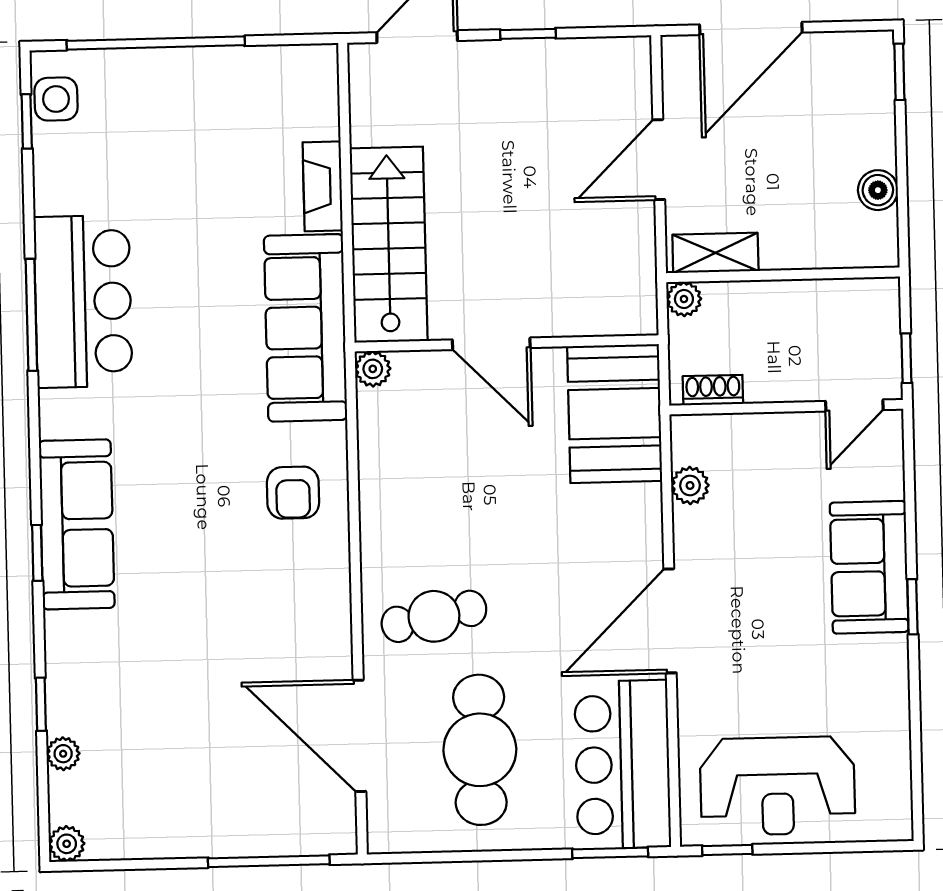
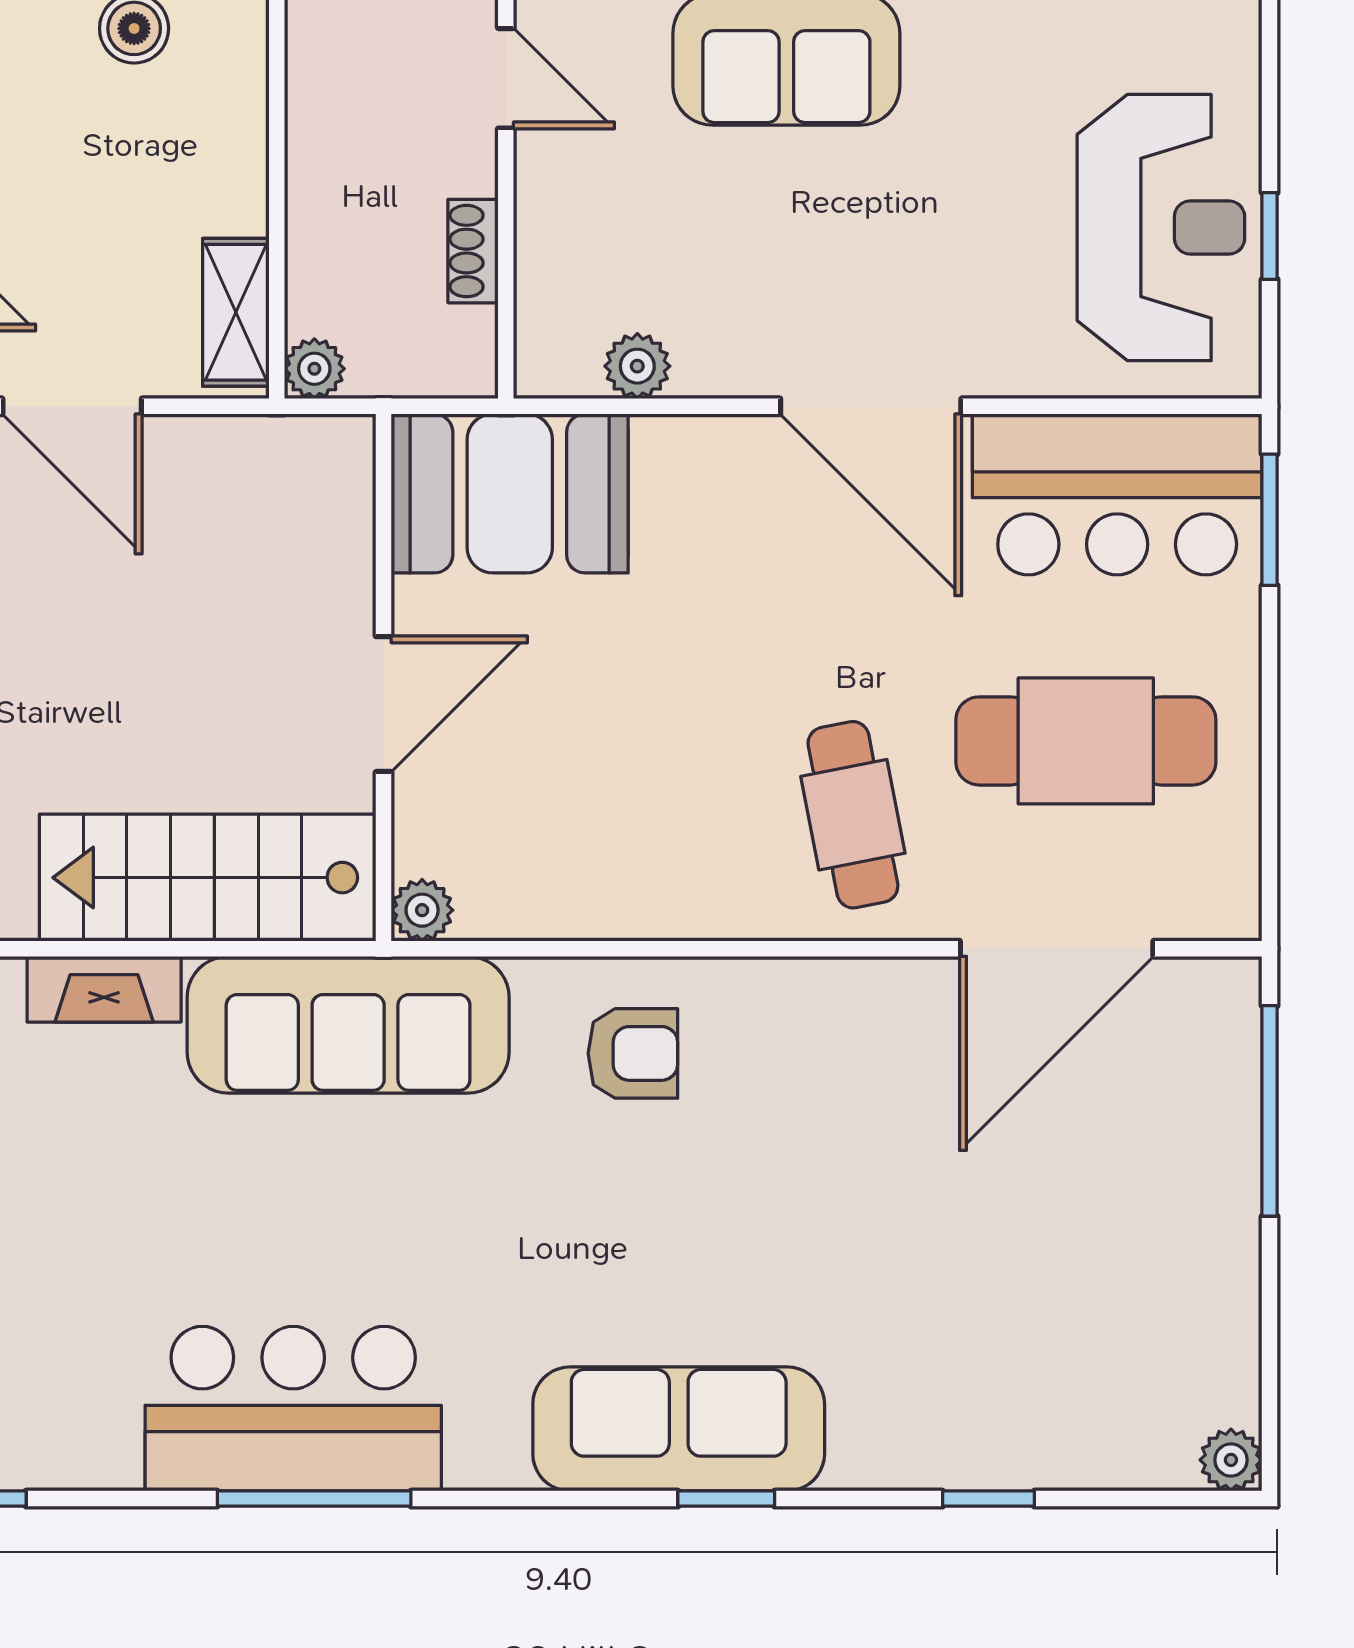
shoe rack: (713, 390) -> (473, 251), moved
plant: (63, 754) -> (1075, 1462), removed
window: (727, 850) -> (1270, 236), moved

